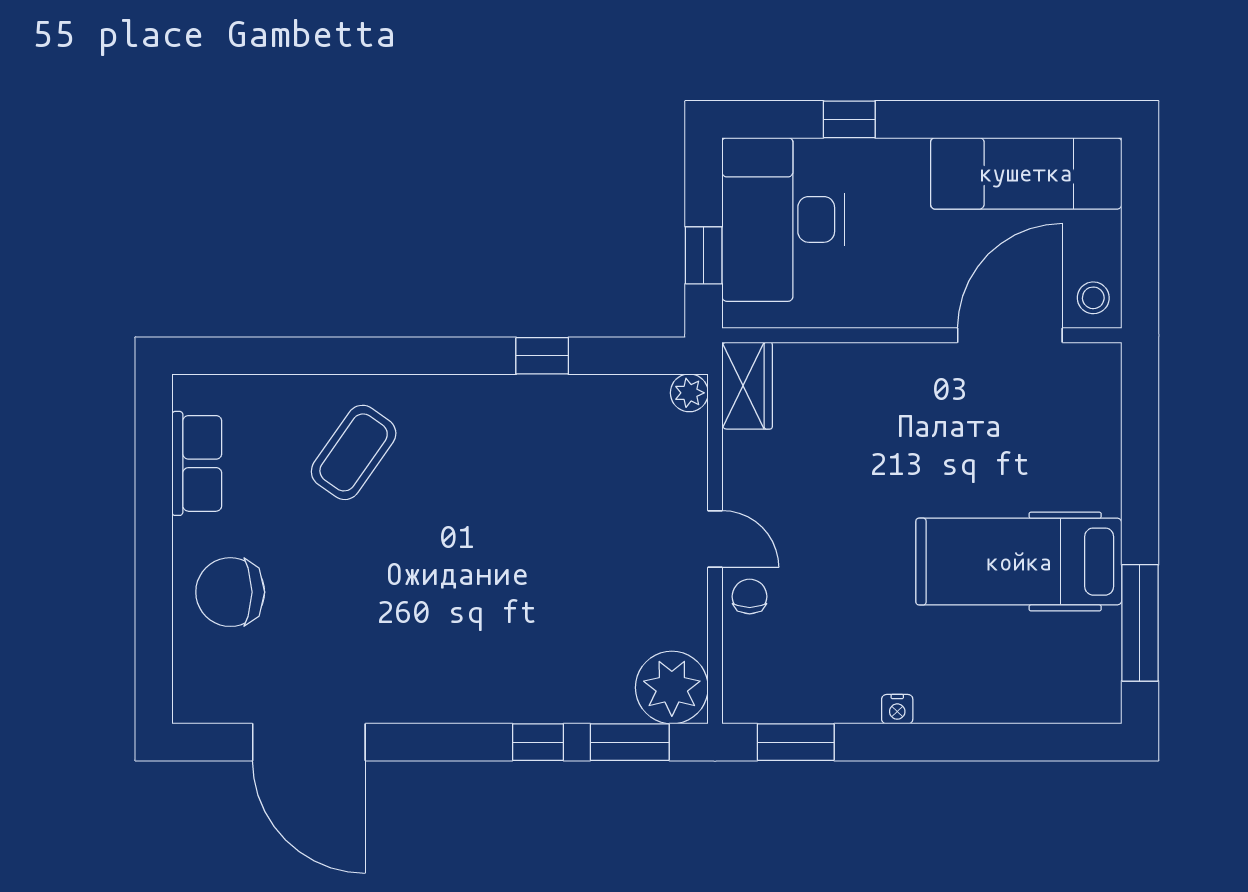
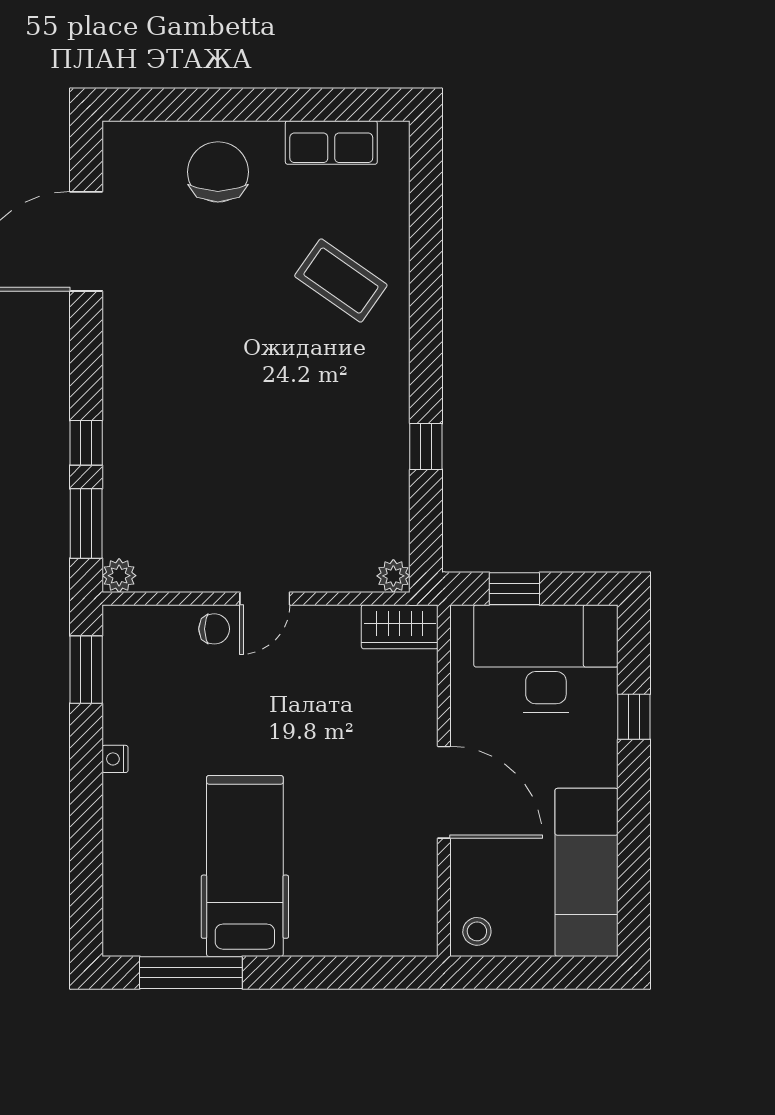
door: (1010, 335) -> (444, 792), moved
plant: (672, 688) -> (119, 576), width x0.53, depth x0.53

